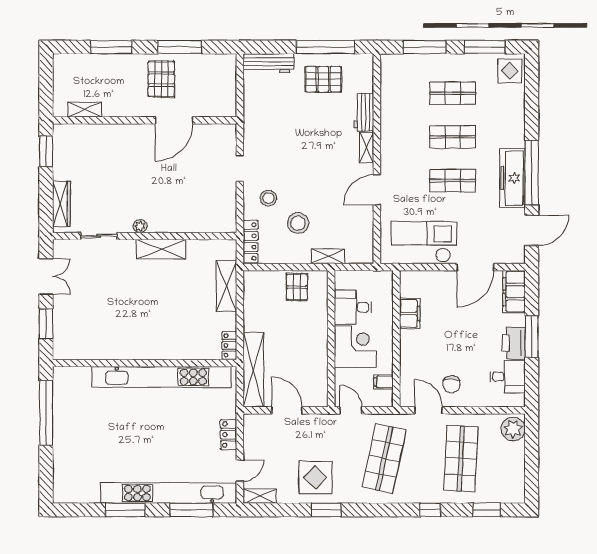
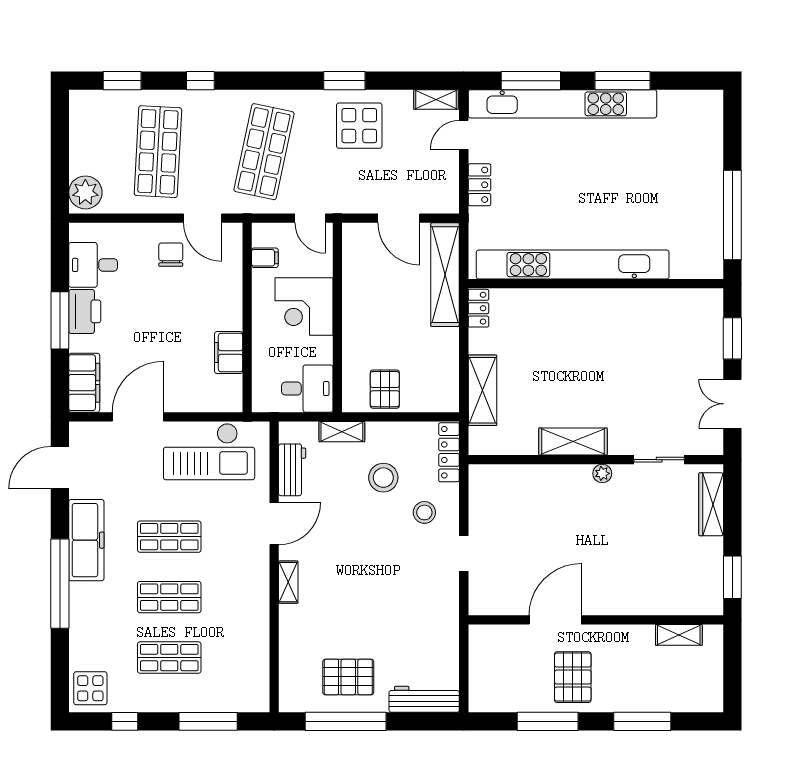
window: (485, 47) -> (125, 721), width x0.46
workbench: (364, 112) -> (292, 470), moved
window: (532, 173) -> (60, 584), moved
desk: (353, 307) -> (307, 389), moved

